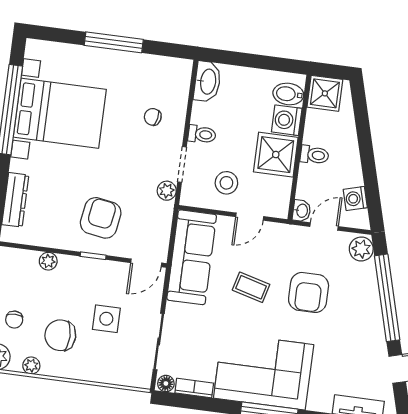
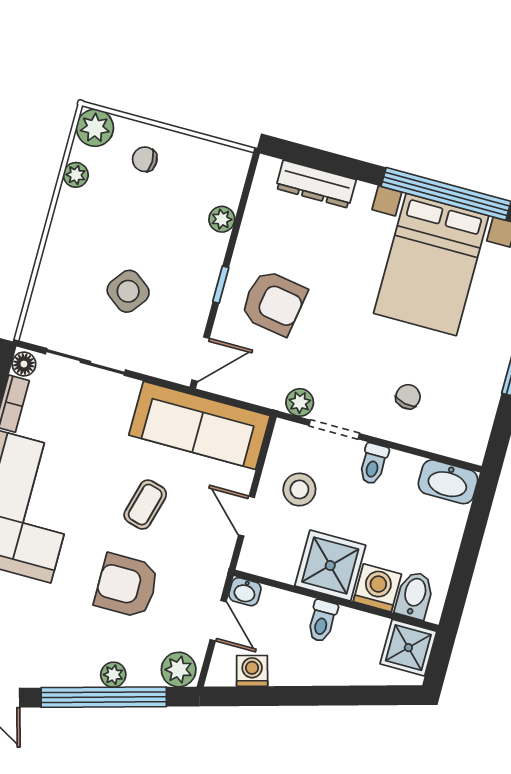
door: (146, 263) -> (200, 359), swing flipped
plant: (371, 293) -> (113, 675), added
side table: (106, 319) -> (128, 291), turned 37
chair: (60, 335) -> (113, 222), removed

